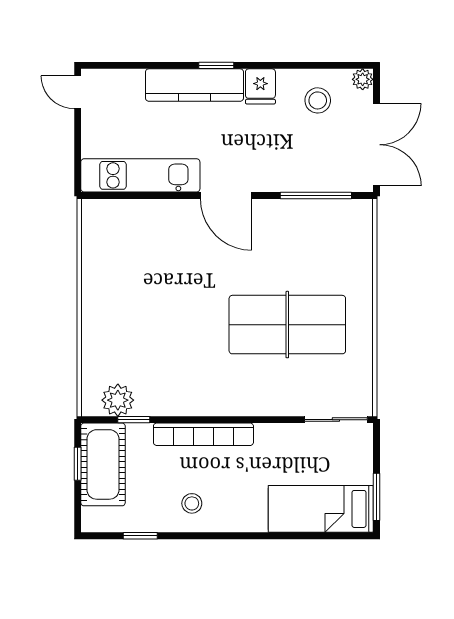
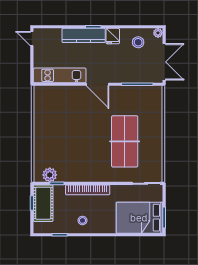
table tennis table: (287, 325) -> (125, 141), turned 90
bed: (321, 509) -> (139, 218), width x1.50

